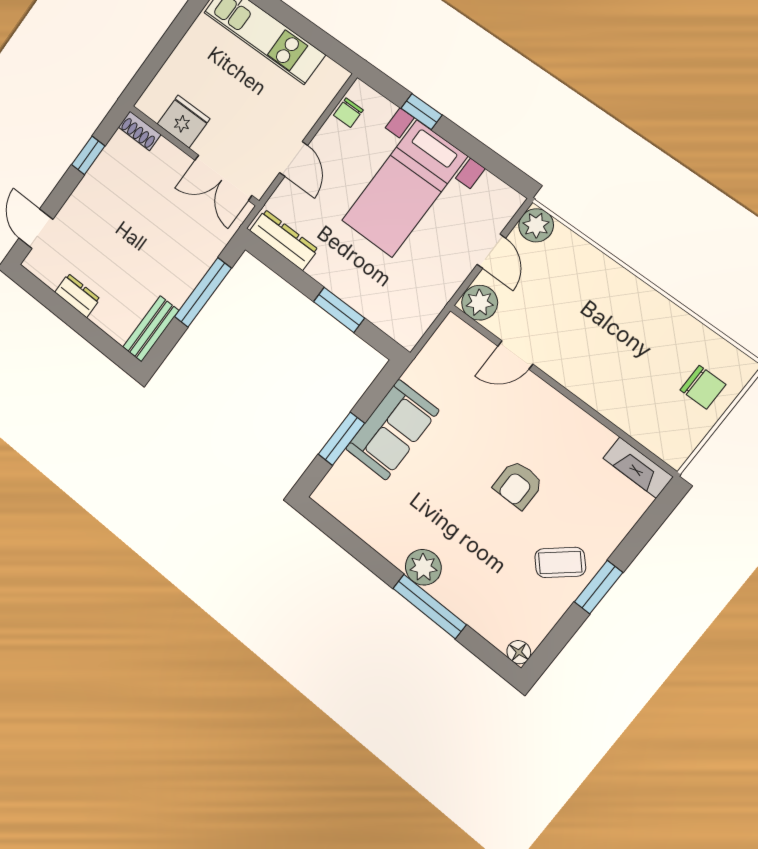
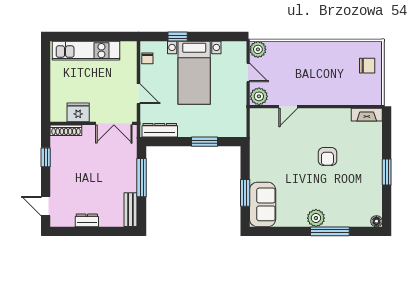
shoe rack: (140, 131) -> (66, 130), width x1.43
sofa: (392, 430) -> (263, 204), moved
coffee table: (560, 562) -> (366, 174), removed

